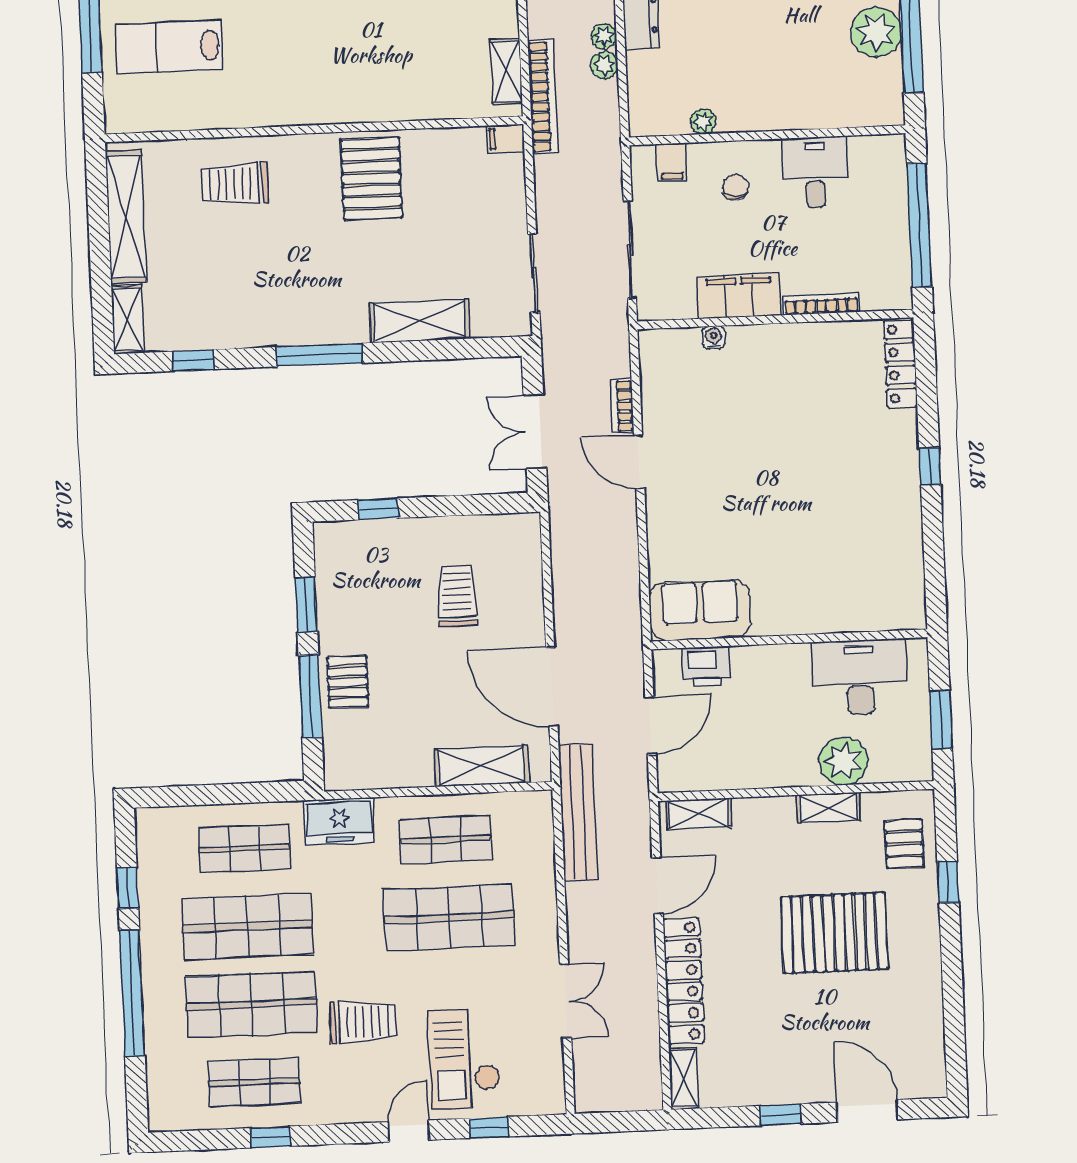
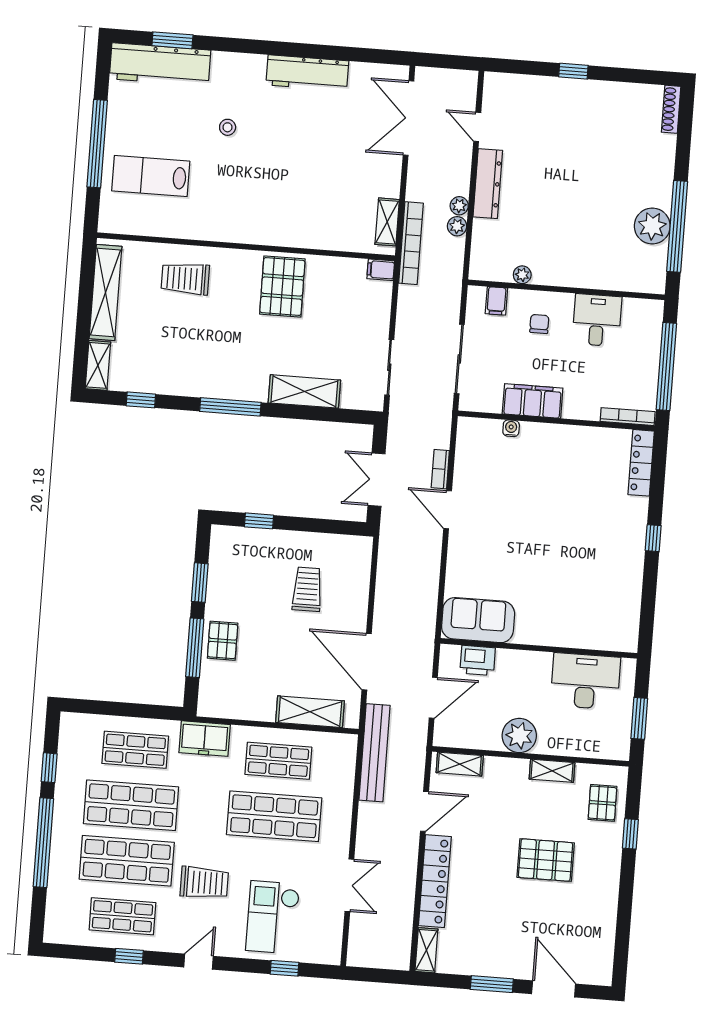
bookcase: (821, 304) -> (628, 417), moved
plant: (843, 761) -> (519, 736), moved
pallet: (834, 933) -> (546, 860), width x0.73, depth x0.71
window: (780, 1115) -> (492, 984), width x1.50
door: (409, 1131) -> (198, 962), moved

